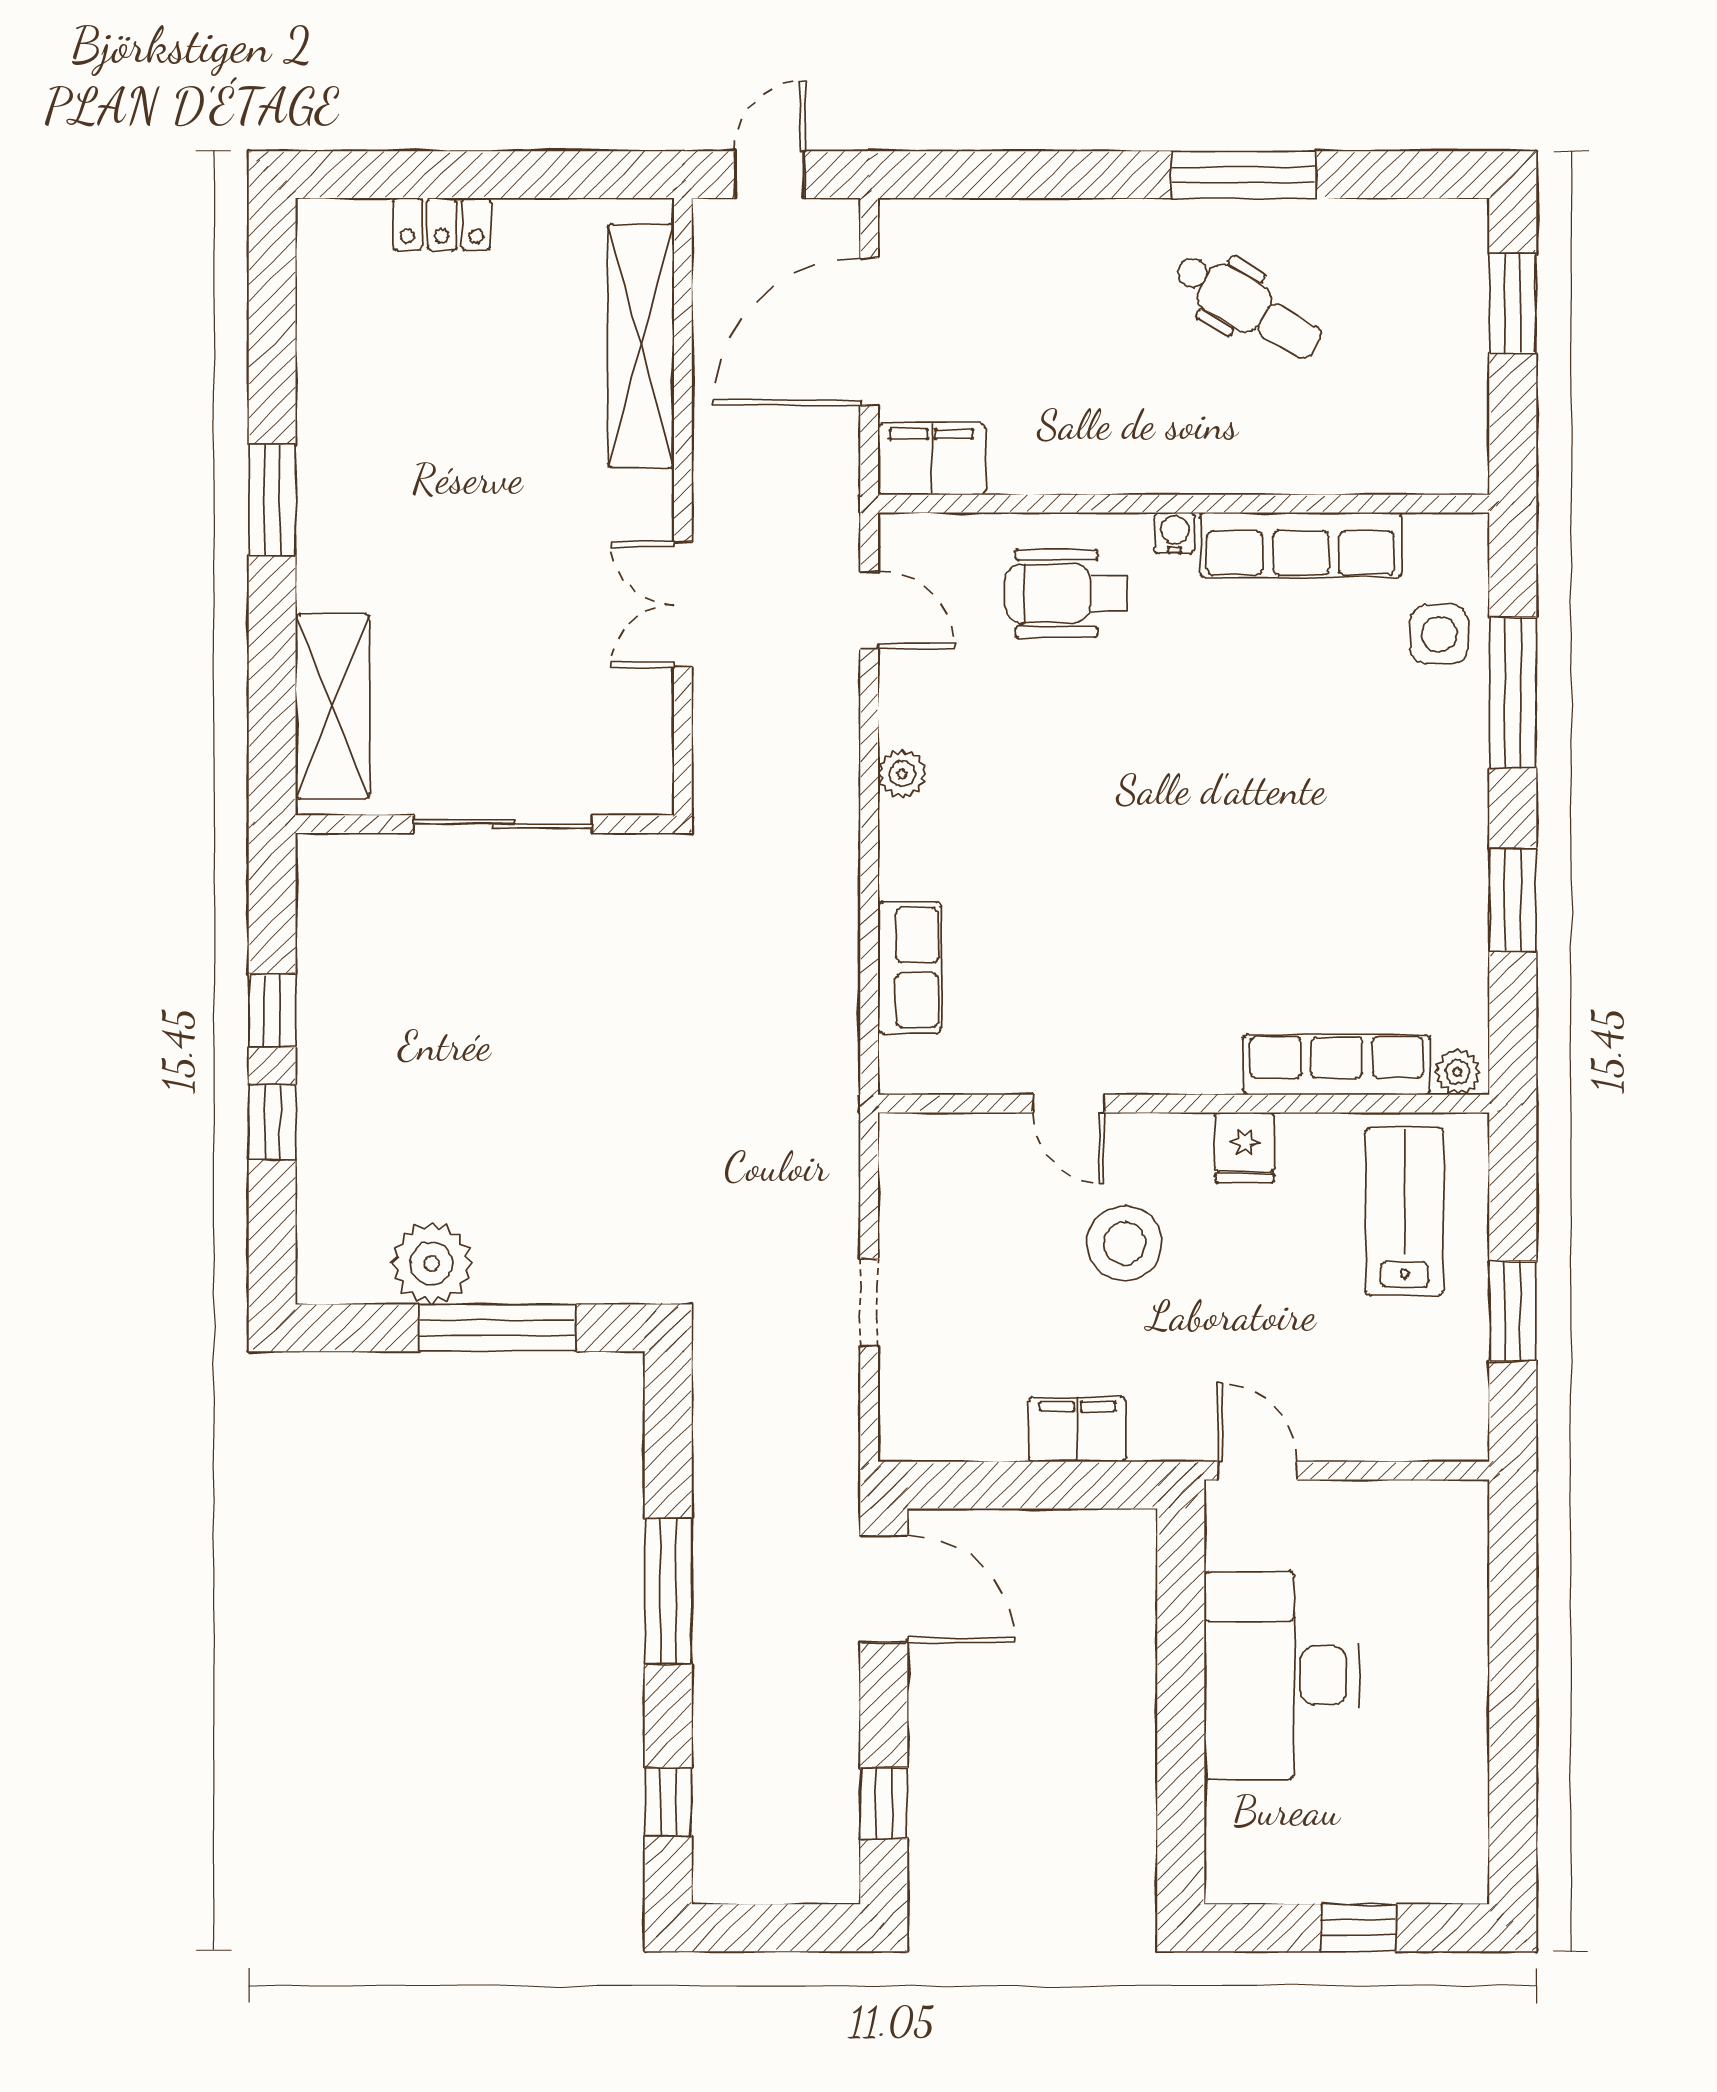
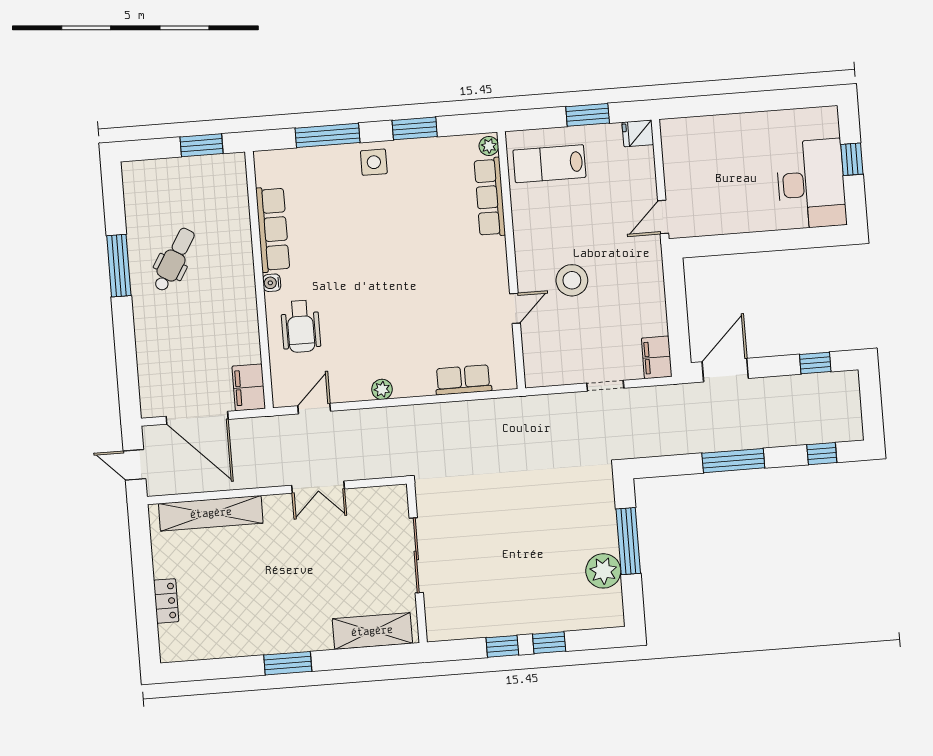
window: (1513, 304) -> (202, 145), moved
side table: (1439, 634) -> (374, 162), moved
fridge: (1245, 1148) -> (638, 133), moved, turned 180
filing cabinet: (1077, 1429) -> (657, 357), moved
desk: (1282, 1675) -> (811, 184), moved, turned -90

